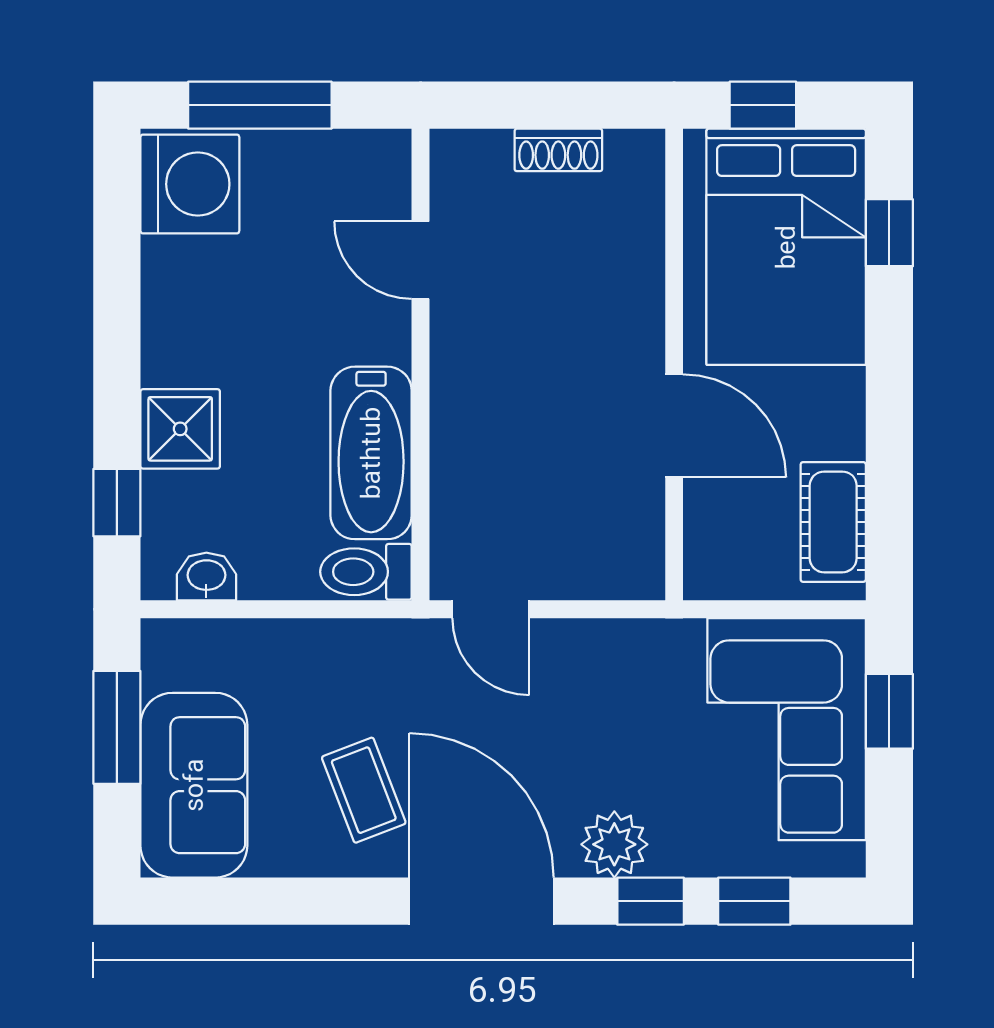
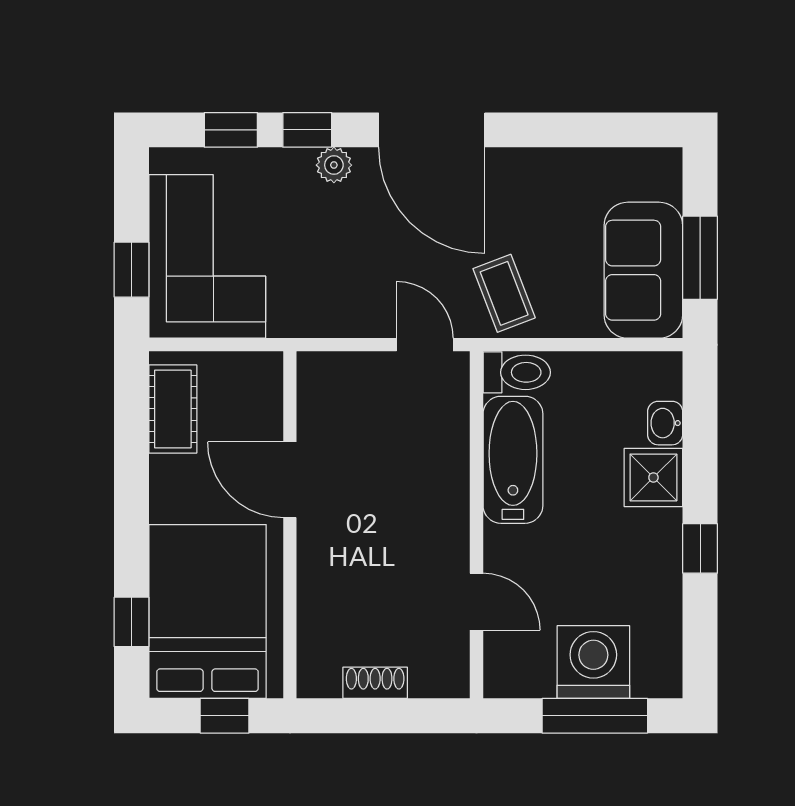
washing machine: (190, 184) -> (593, 662), moved, turned 90
window: (117, 503) -> (700, 548), moved
washbasin: (206, 577) -> (665, 423), moved, turned 90
sofa: (194, 785) -> (643, 270), moved
coffee table: (364, 790) -> (504, 293), moved
plant: (614, 844) -> (334, 165), width x0.73, depth x0.73

